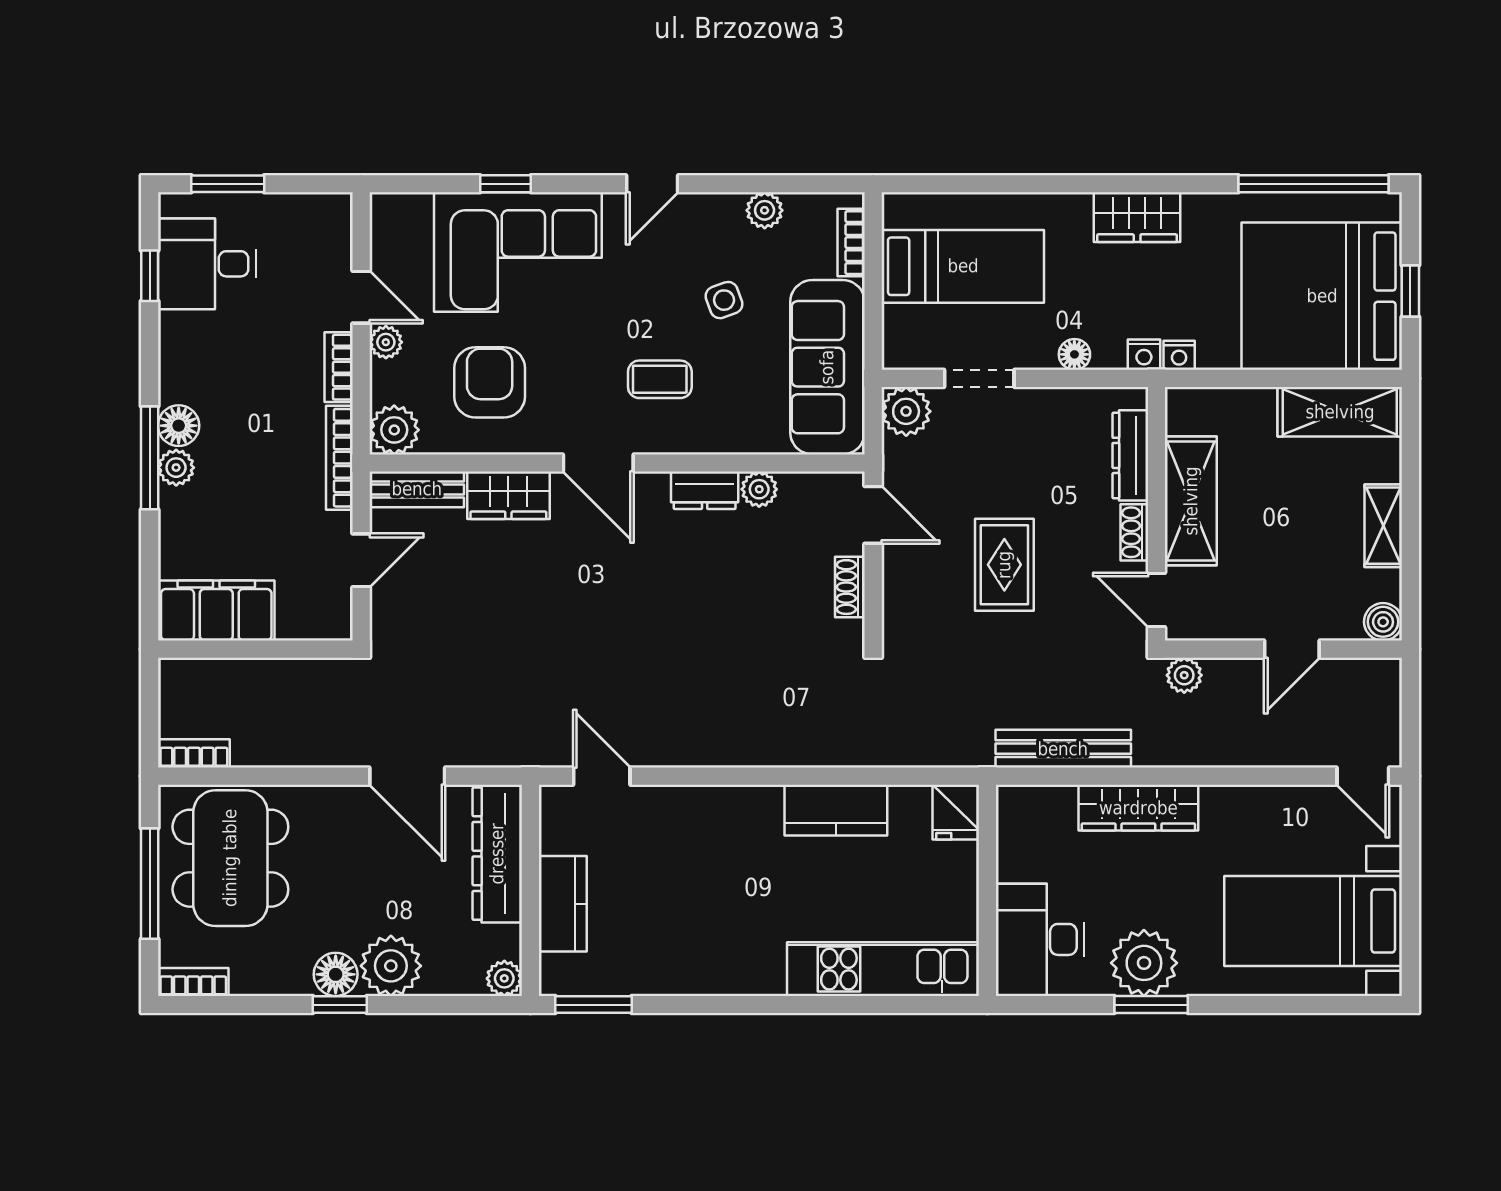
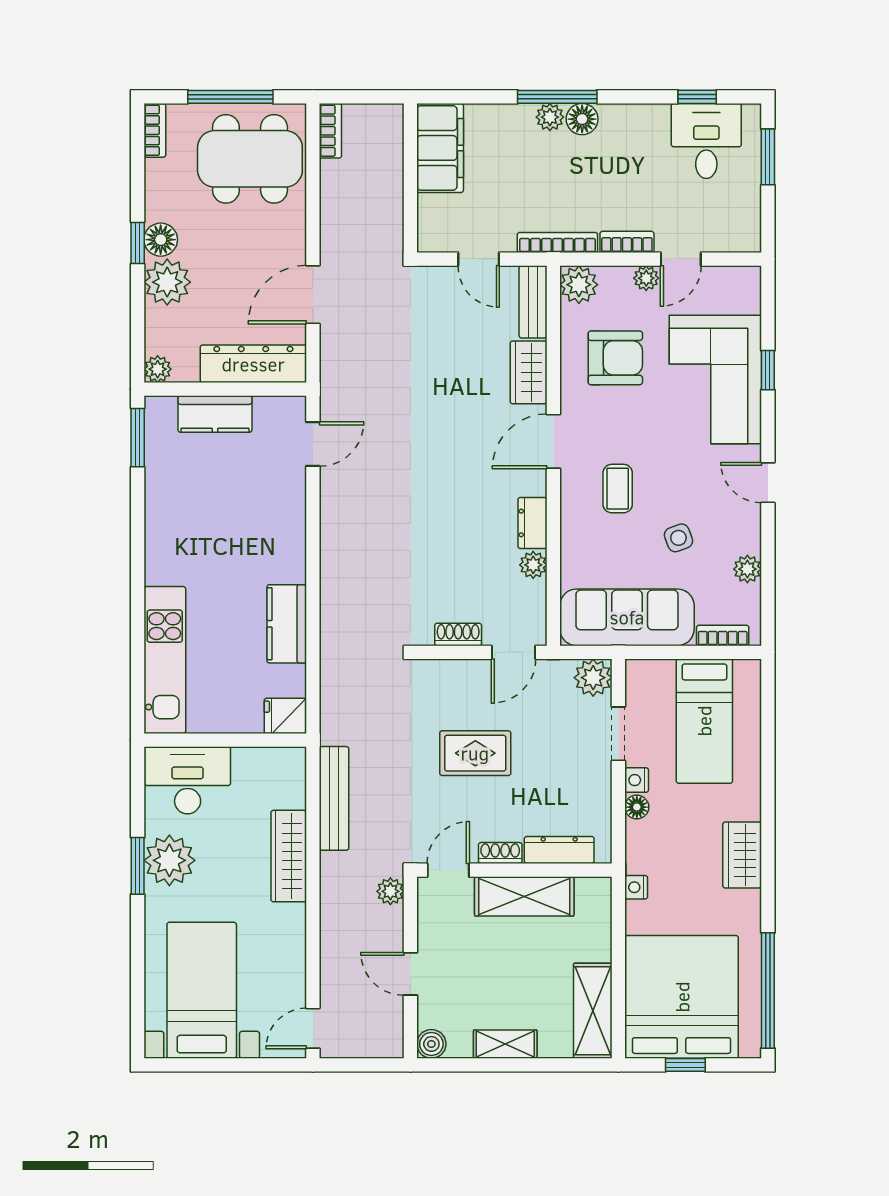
nightstand: (1144, 355) -> (637, 780), moved

